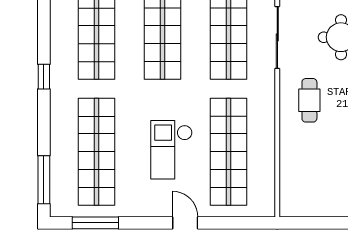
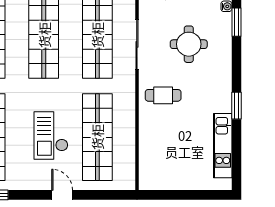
cafe table: (309, 100) -> (163, 95), turned 90

